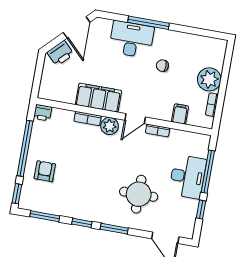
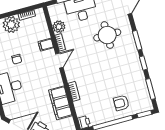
filing cabinet: (98, 98) -> (60, 103), moved
filing cabinet: (180, 114) -> (46, 45), moved
door: (135, 119) -> (59, 61), hinge flipped
plant: (110, 126) -> (59, 27), moved

